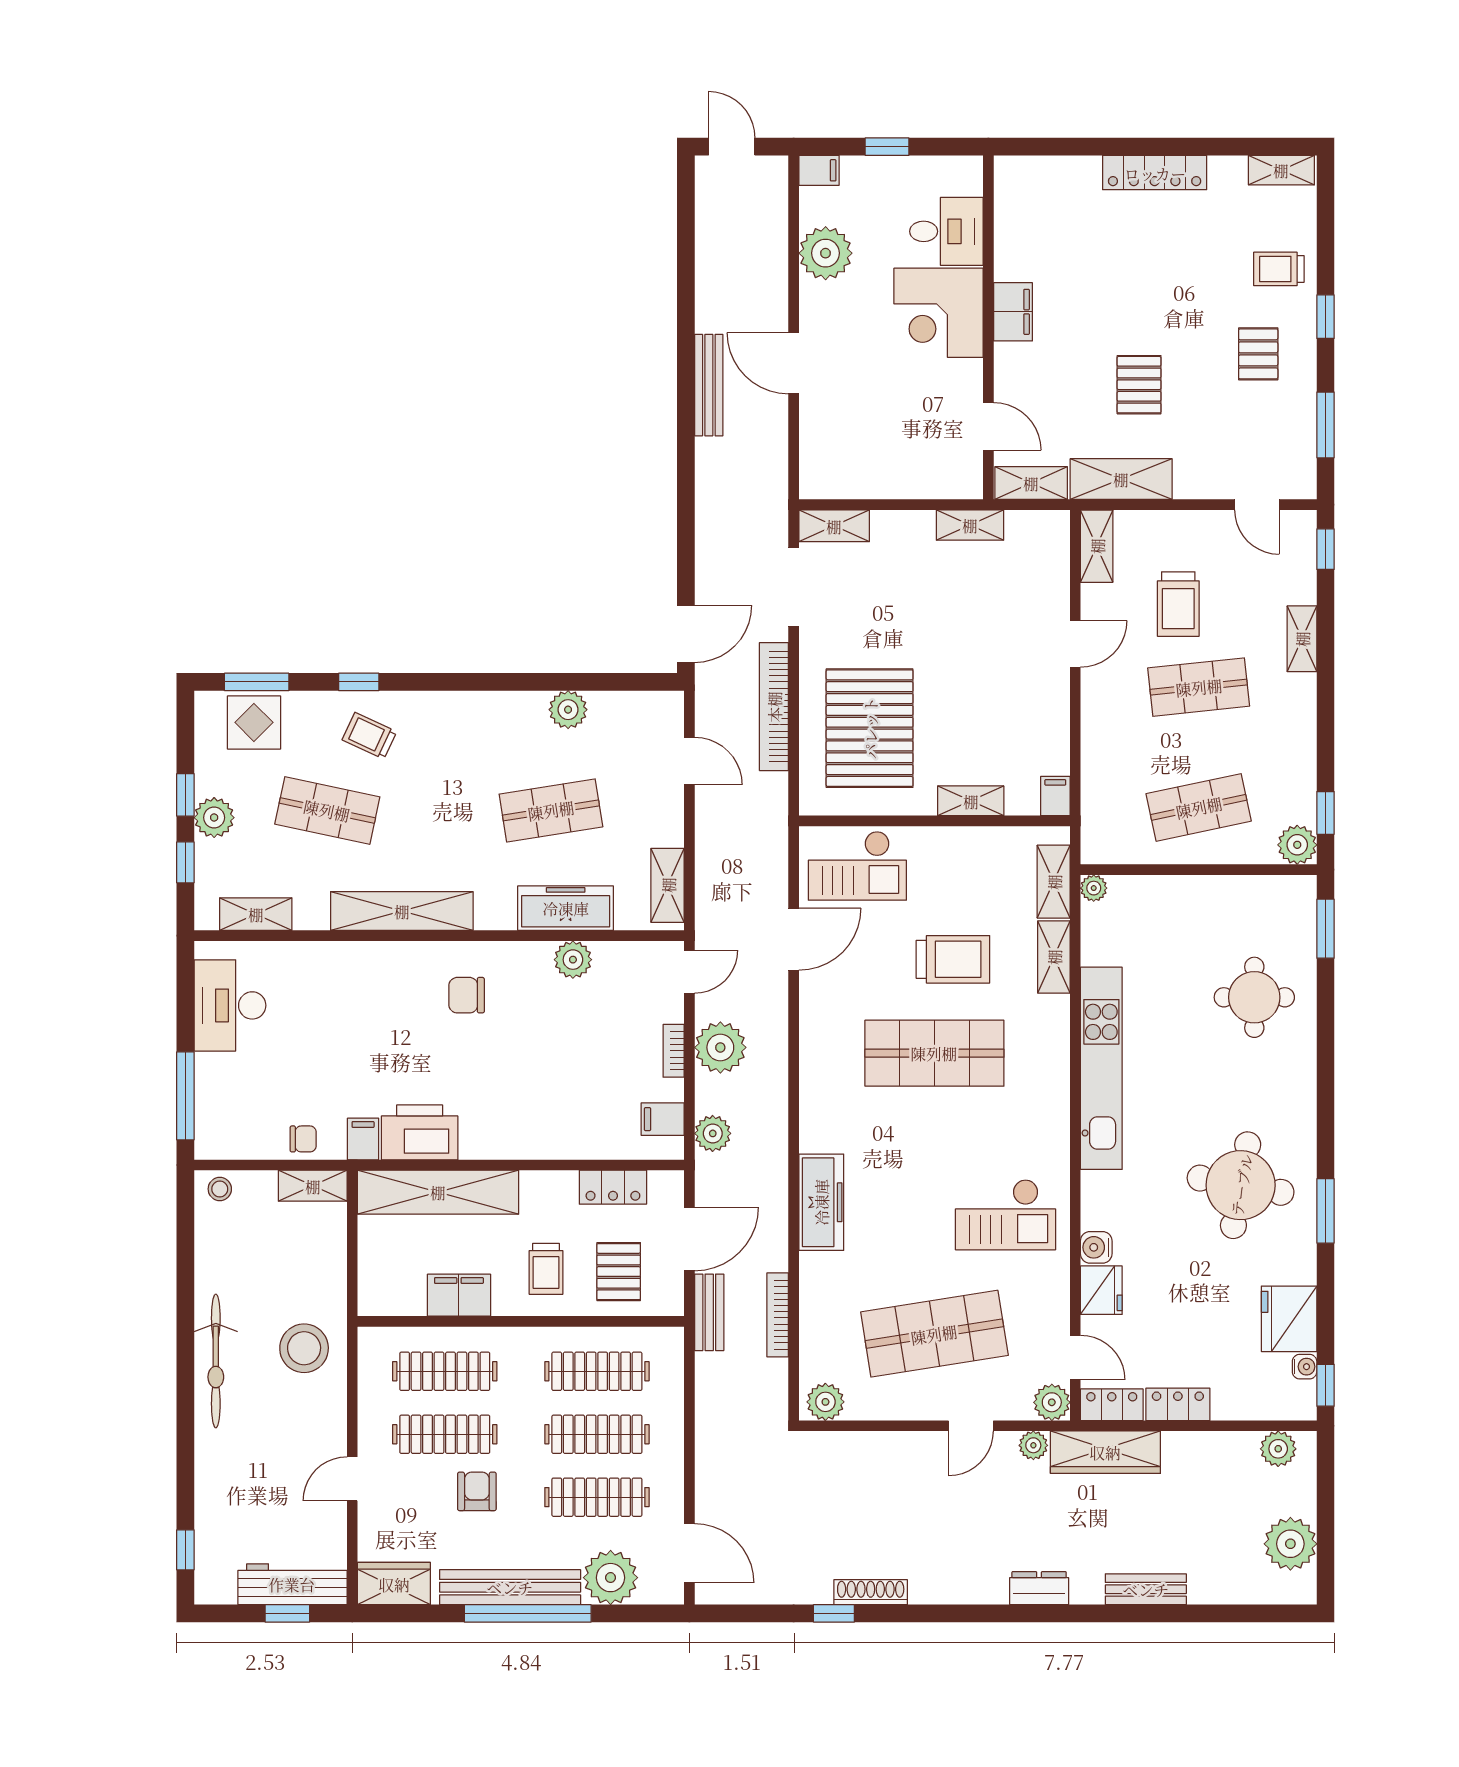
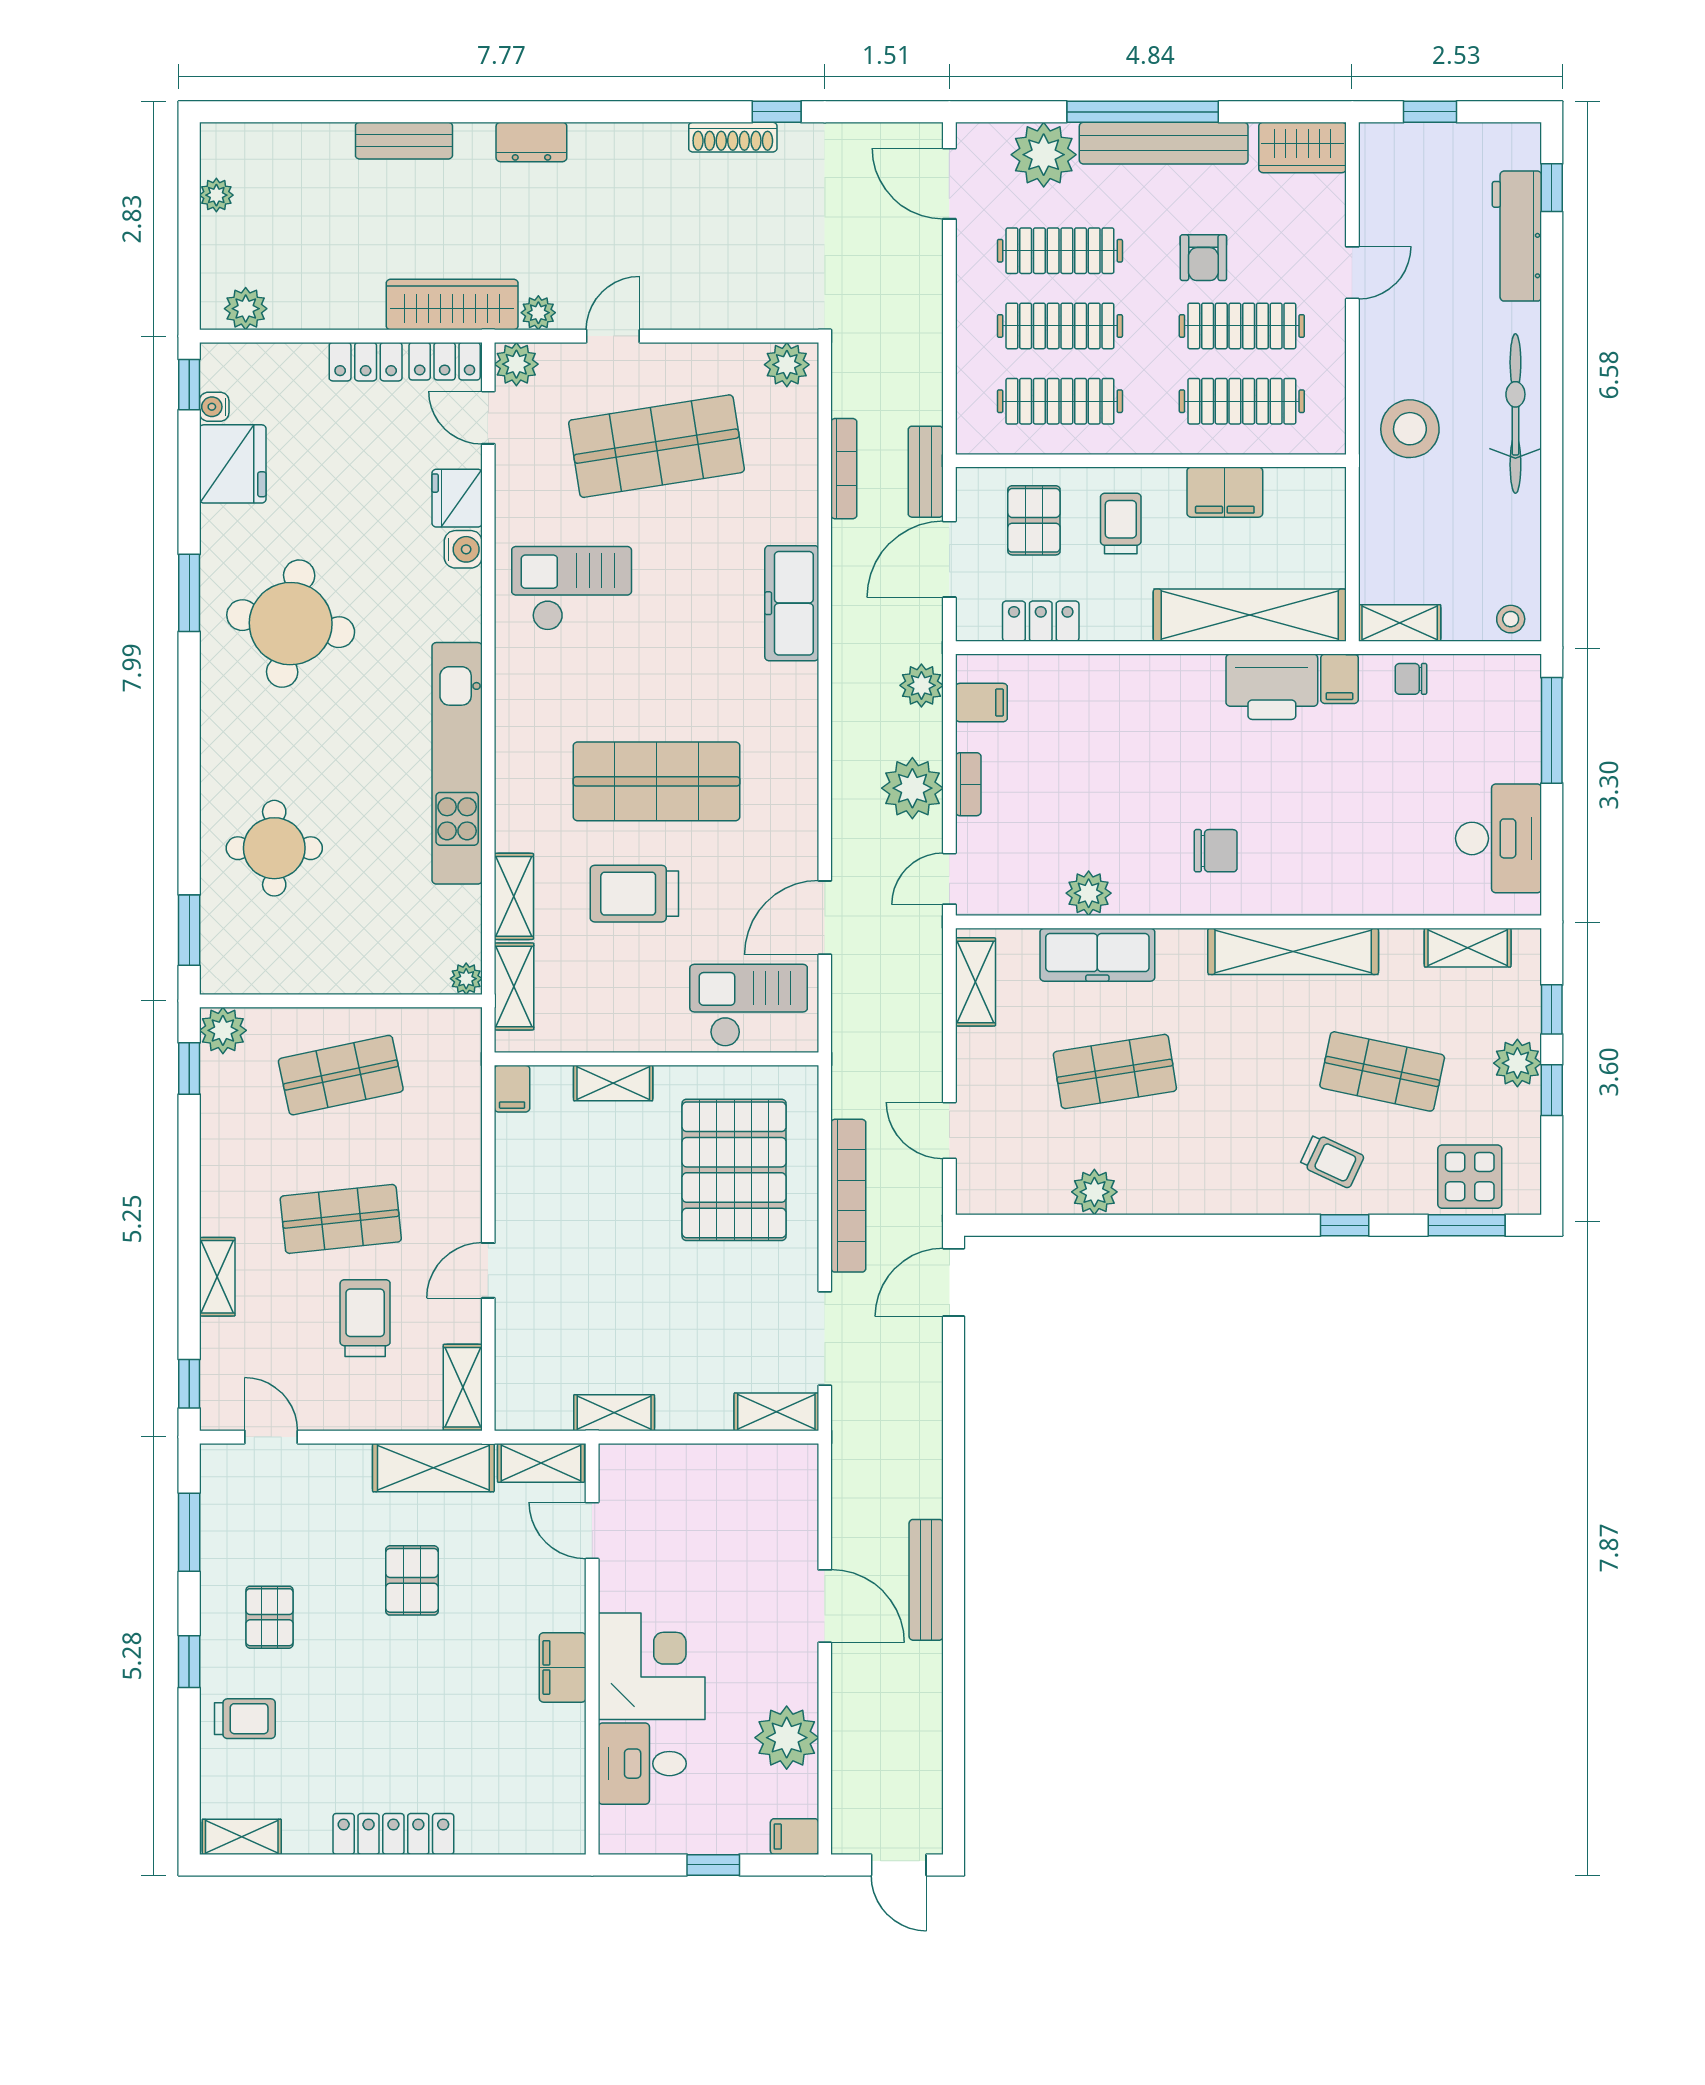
plant: (1290, 1544) -> (216, 195), width x0.53, depth x0.53
workbench: (292, 1584) -> (1517, 236), moved, turned 90

